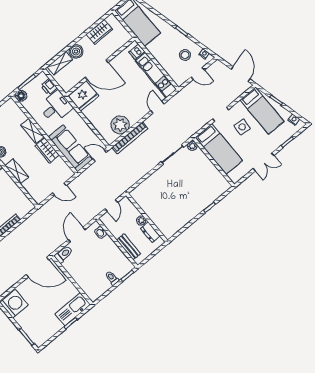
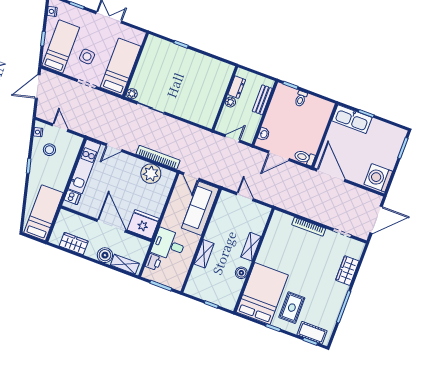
floor lamp: (21, 96) -> (177, 283), removed
wardrobe: (47, 150) -> (215, 229), removed

